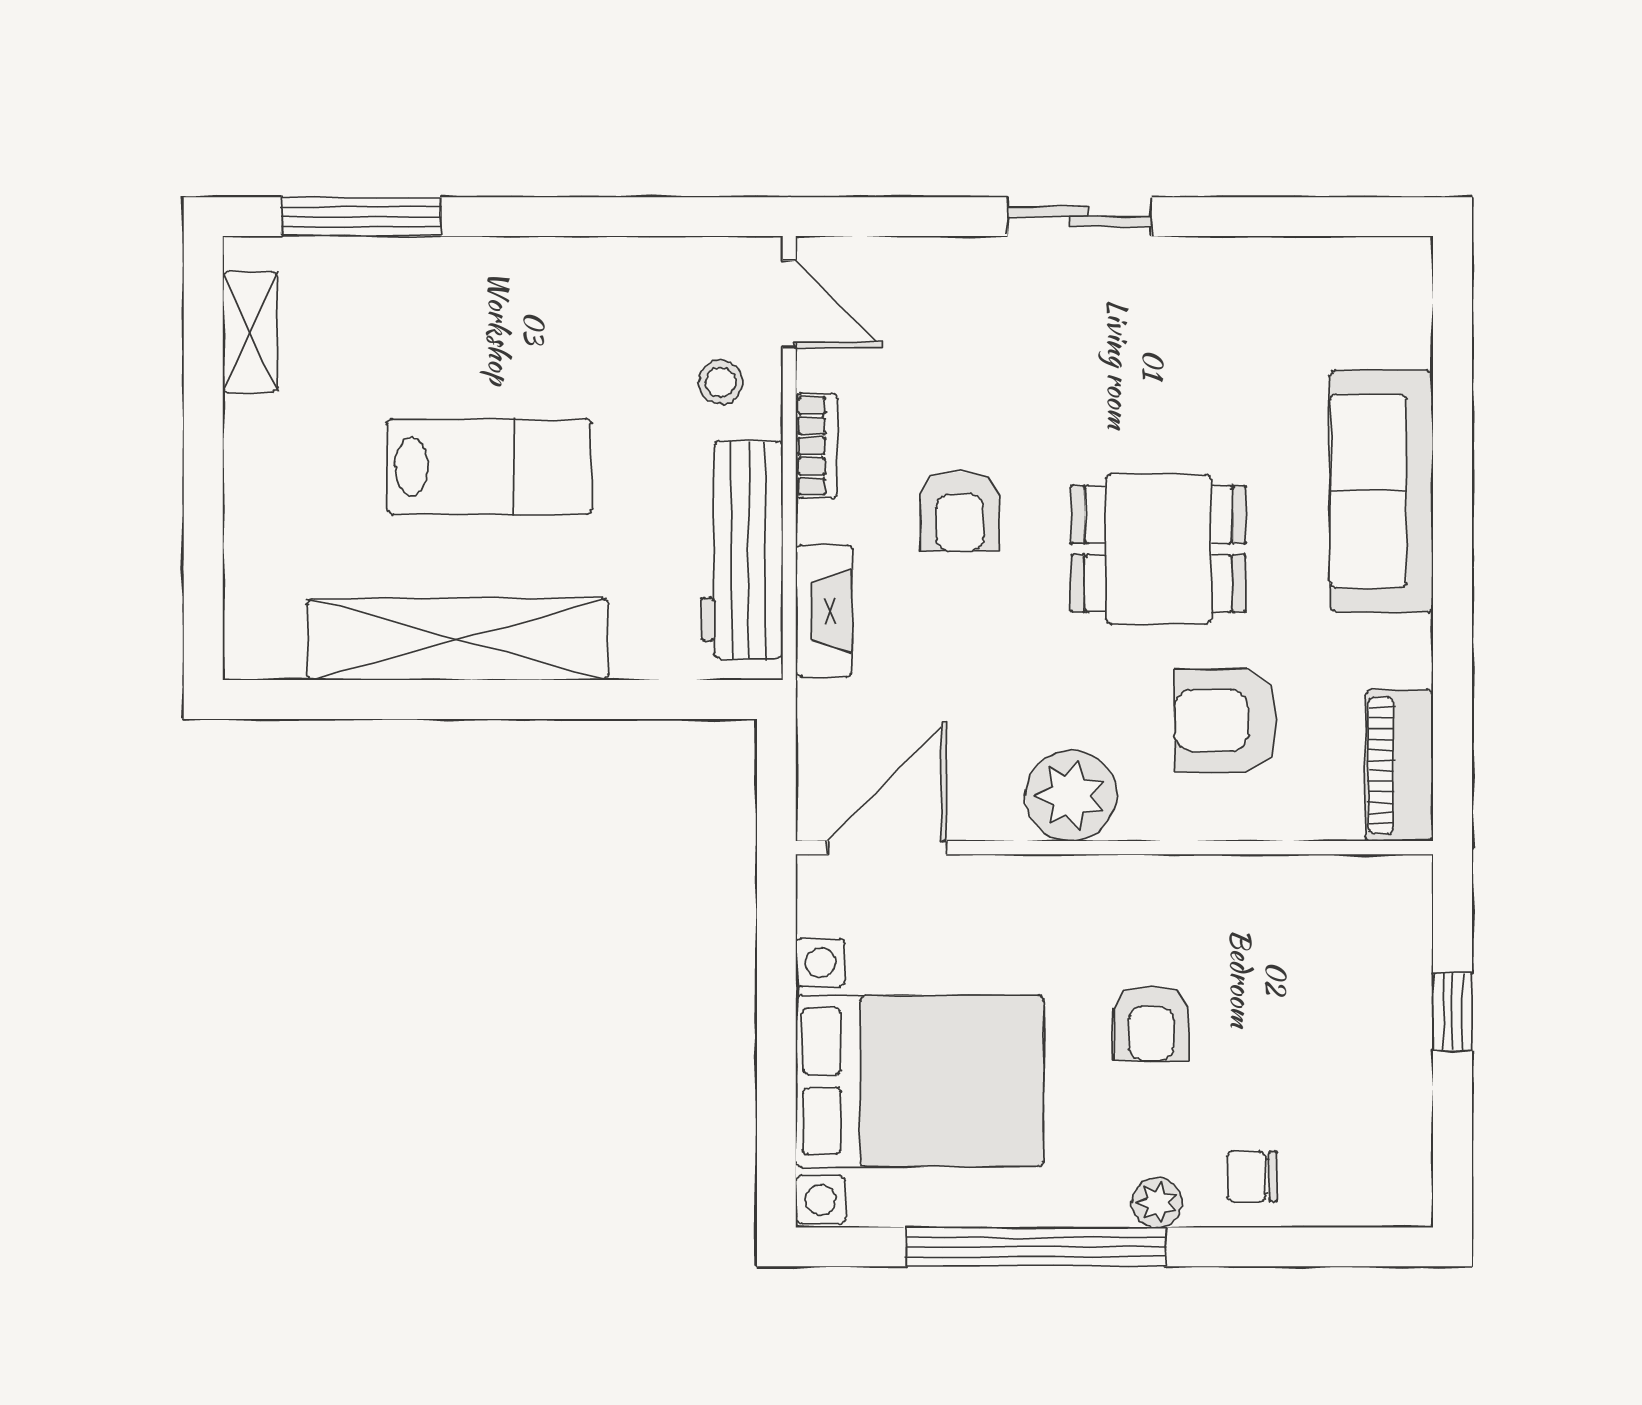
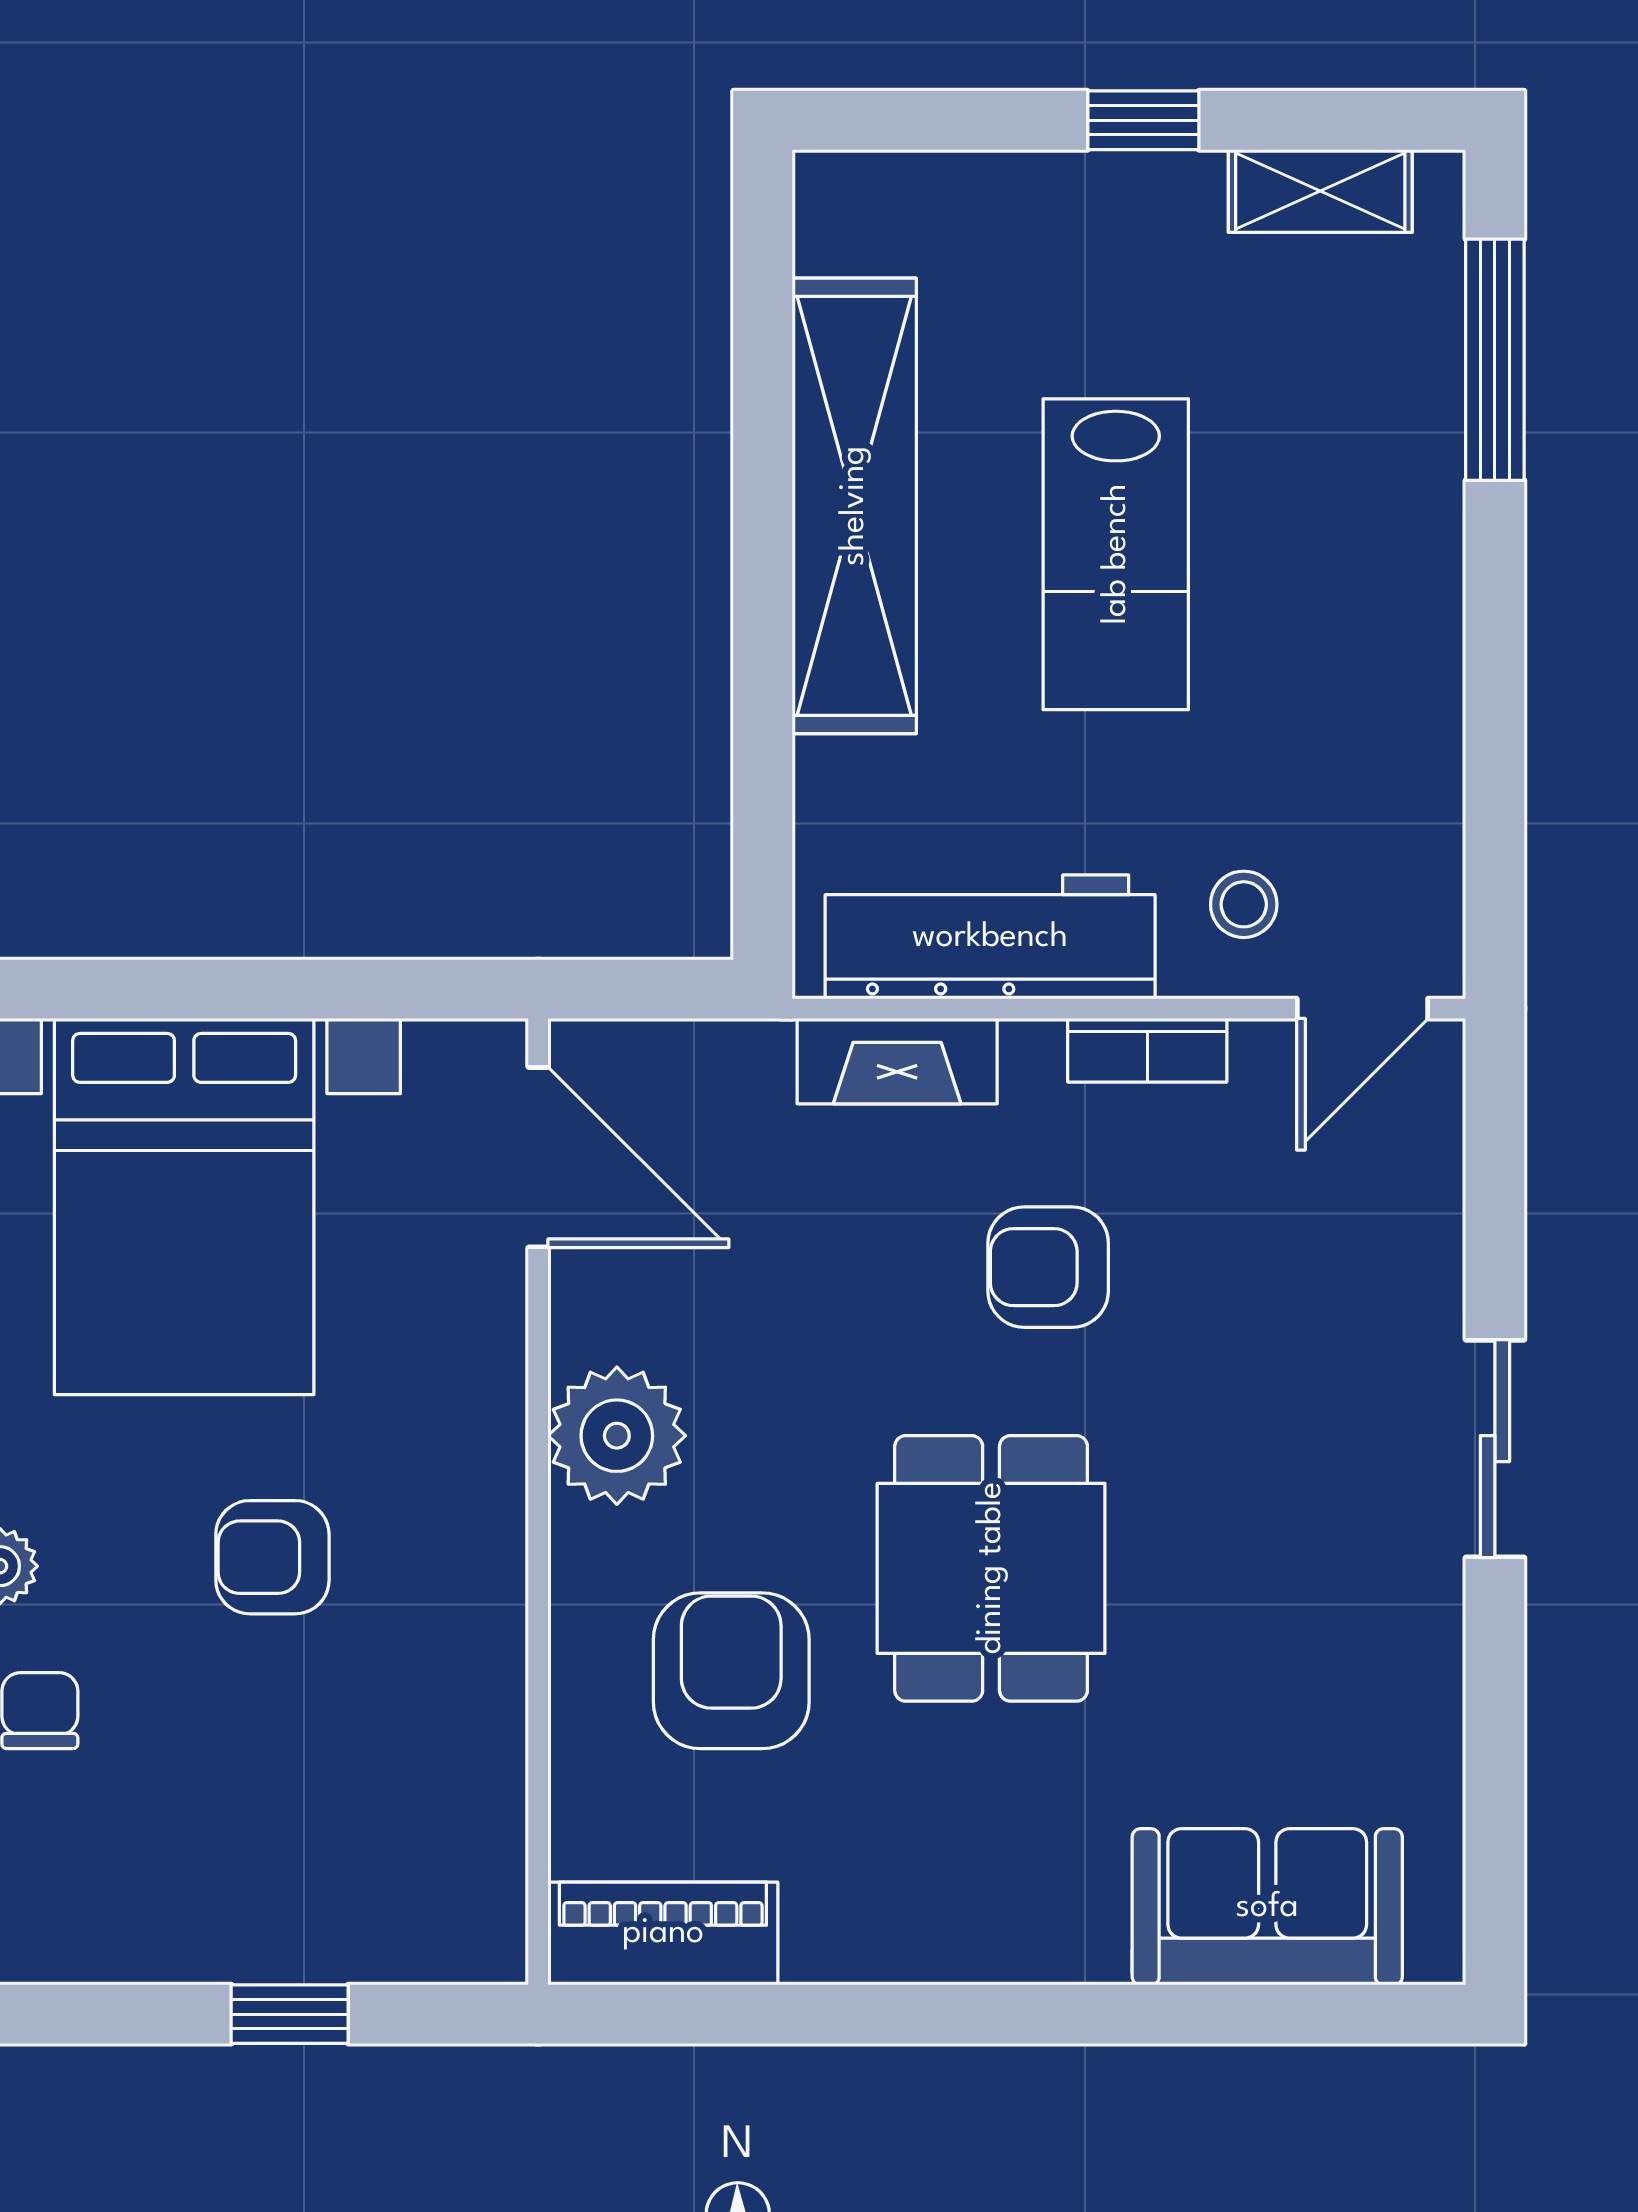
window: (203, 449) -> (1143, 120), added
sofa: (1382, 491) -> (1267, 1907), moved, width x0.73

